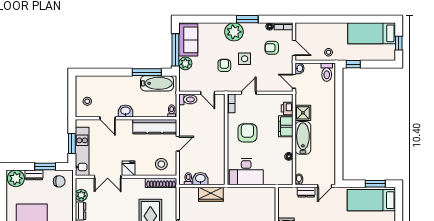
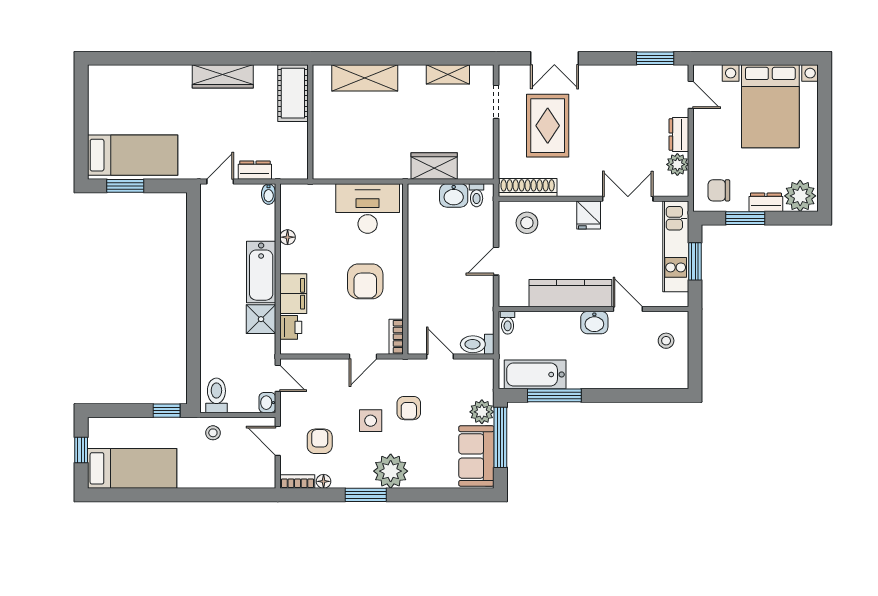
armchair: (272, 48) -> (320, 441), turned -90
kitchen counter: (155, 127) -> (570, 293), moved

